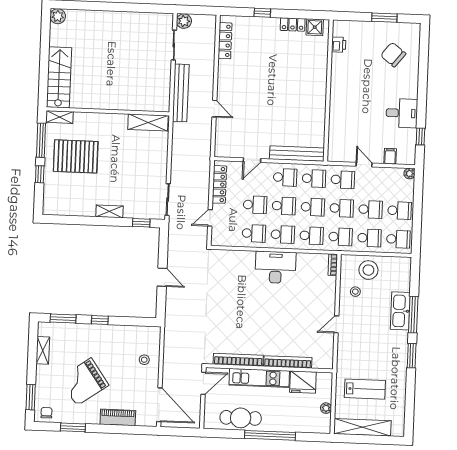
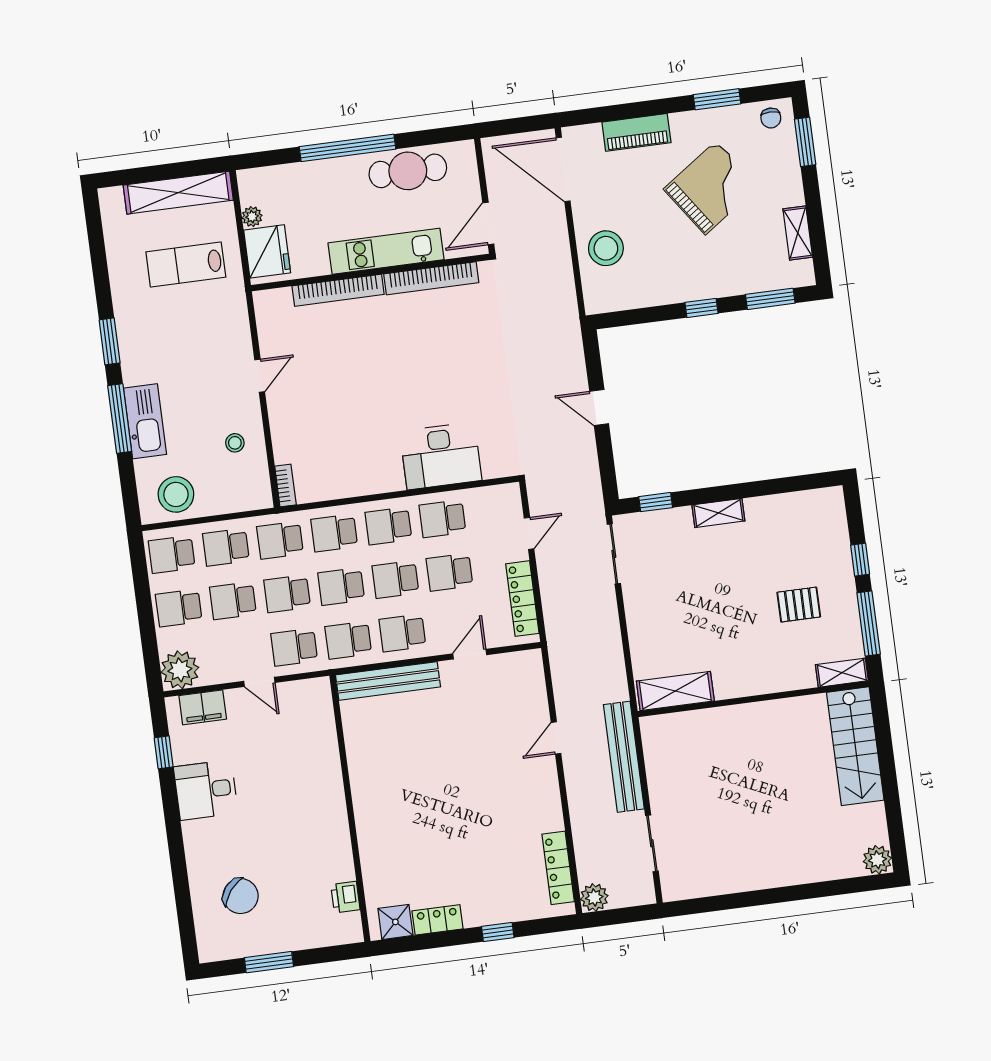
plant: (184, 21) -> (594, 897), moved
door: (214, 109) -> (556, 738), hinge flipped
pallet: (76, 156) -> (799, 605), width x0.49, depth x0.50
filing cabinet: (390, 156) -> (203, 707), width x2.00
plant: (409, 174) -> (180, 670), width x1.87, depth x1.87
desk: (276, 267) -> (441, 456), moved
stool: (368, 270) -> (176, 494), moved
stool: (144, 360) -> (606, 248), width x1.89, depth x1.89
fridge: (303, 382) -> (267, 251), moved, turned 90

